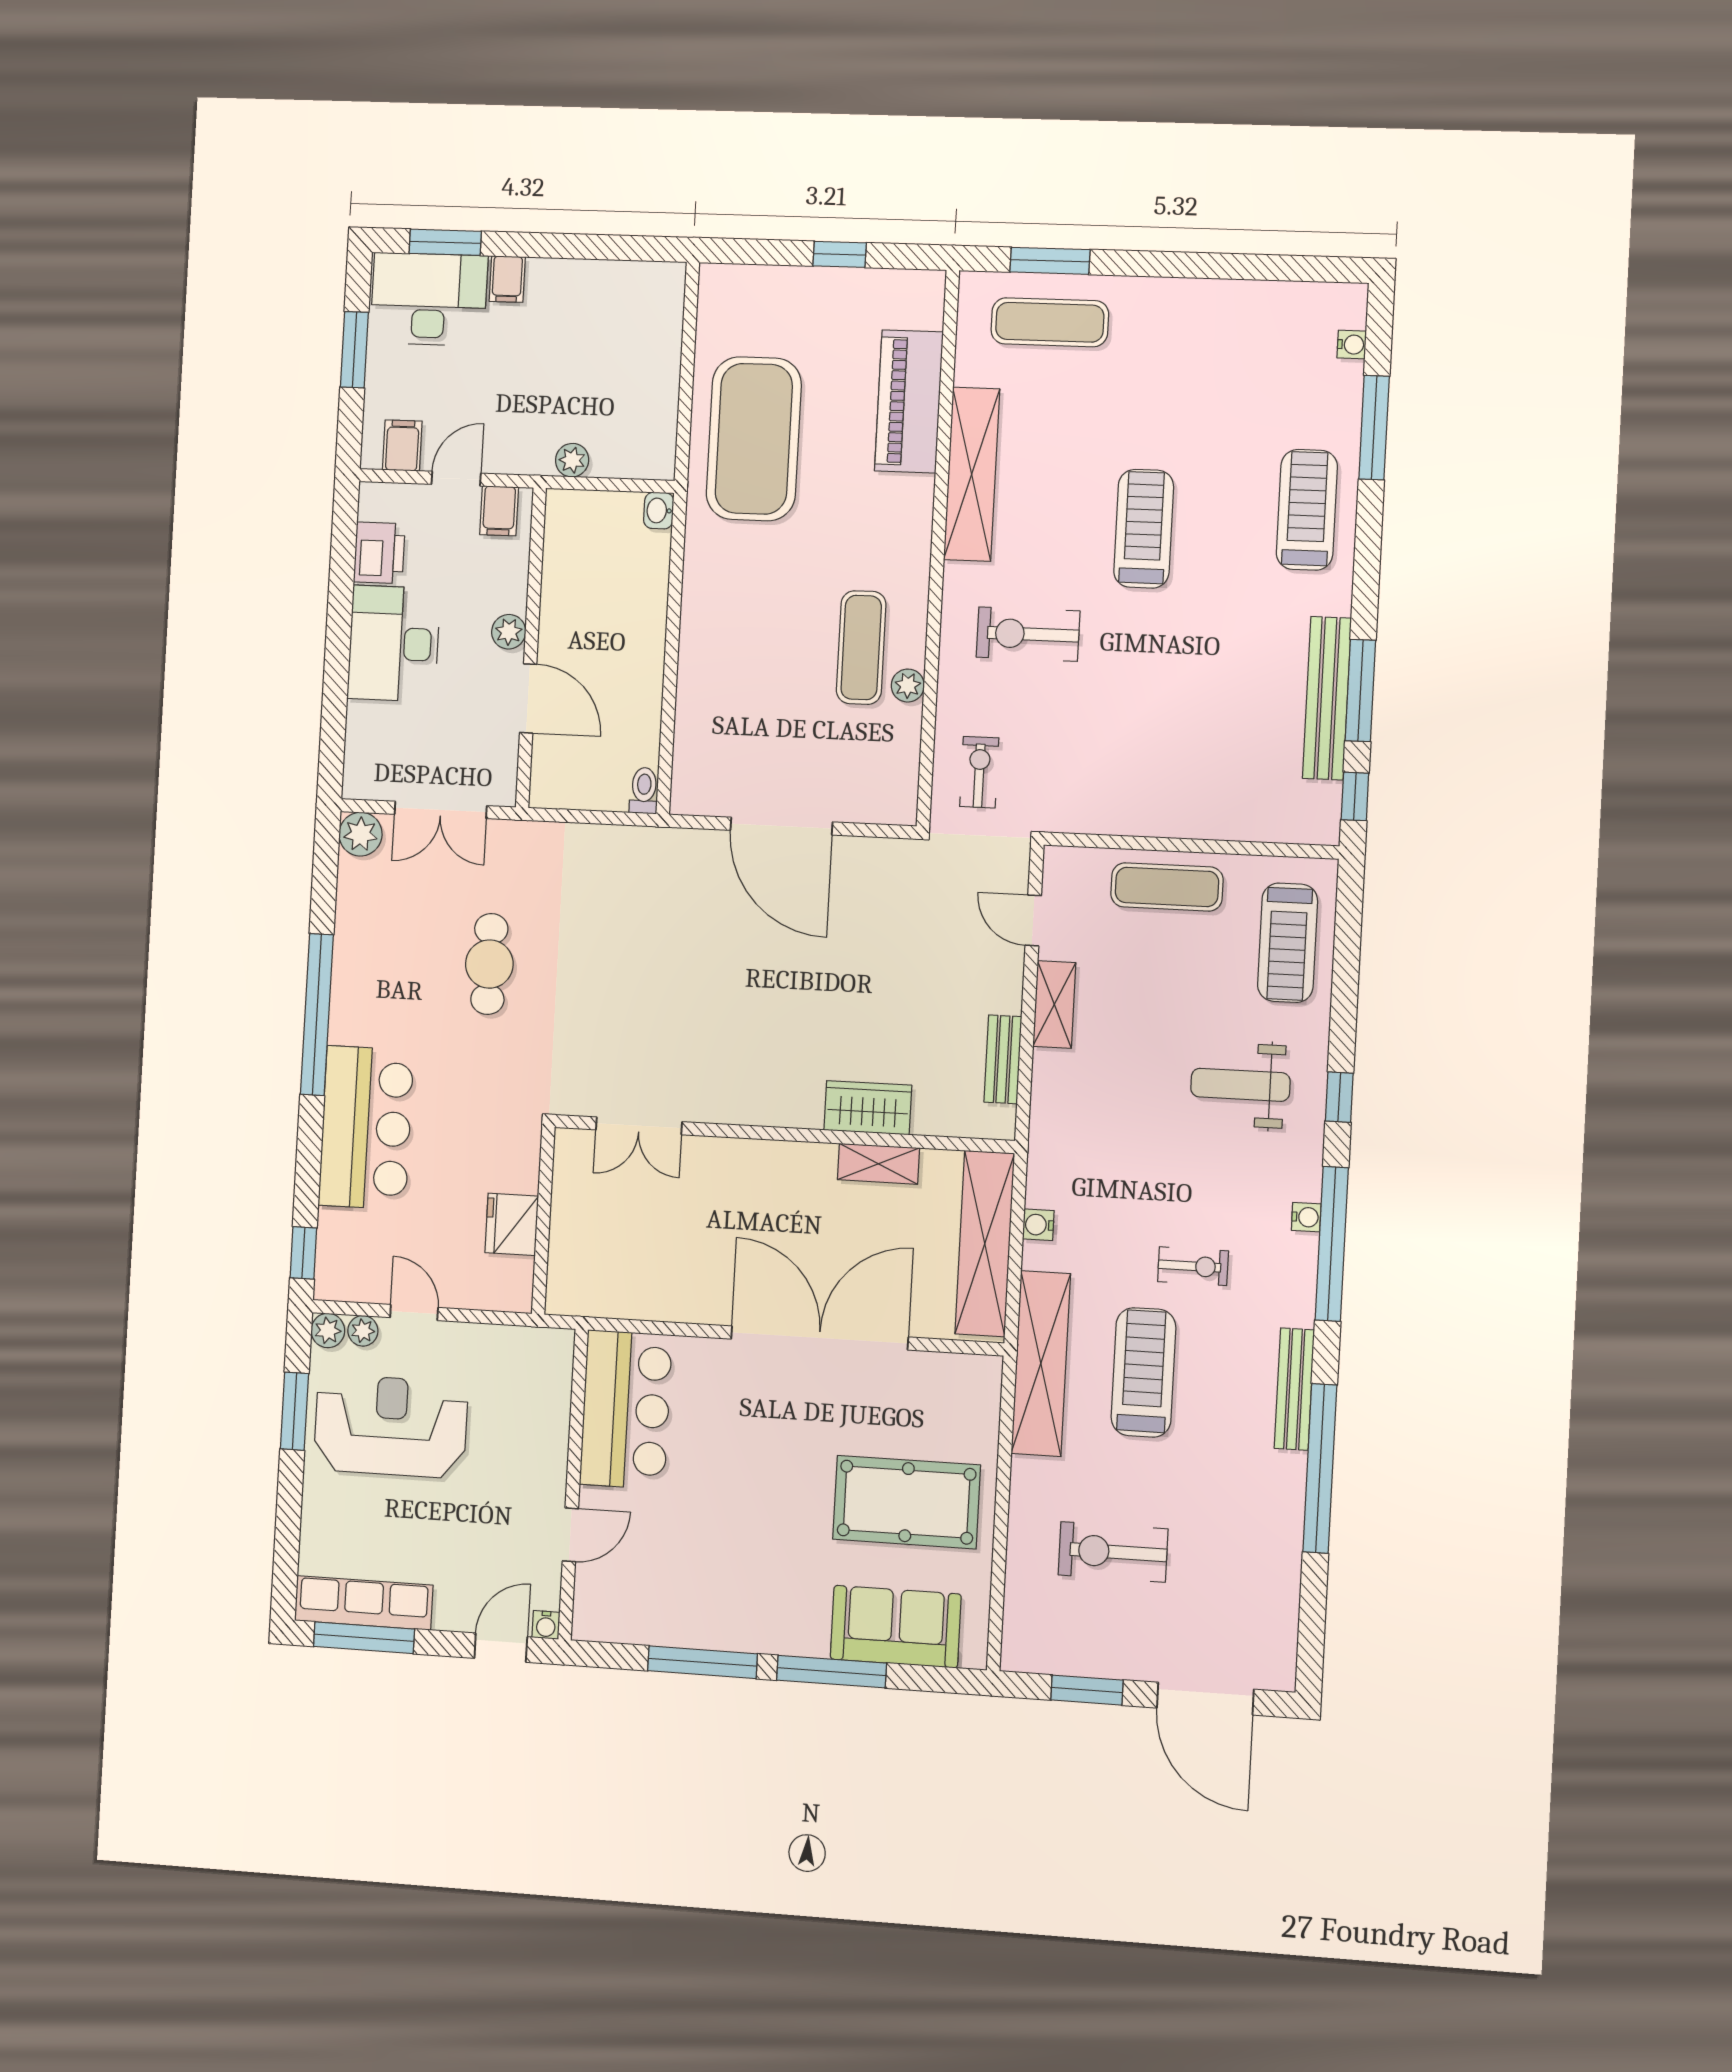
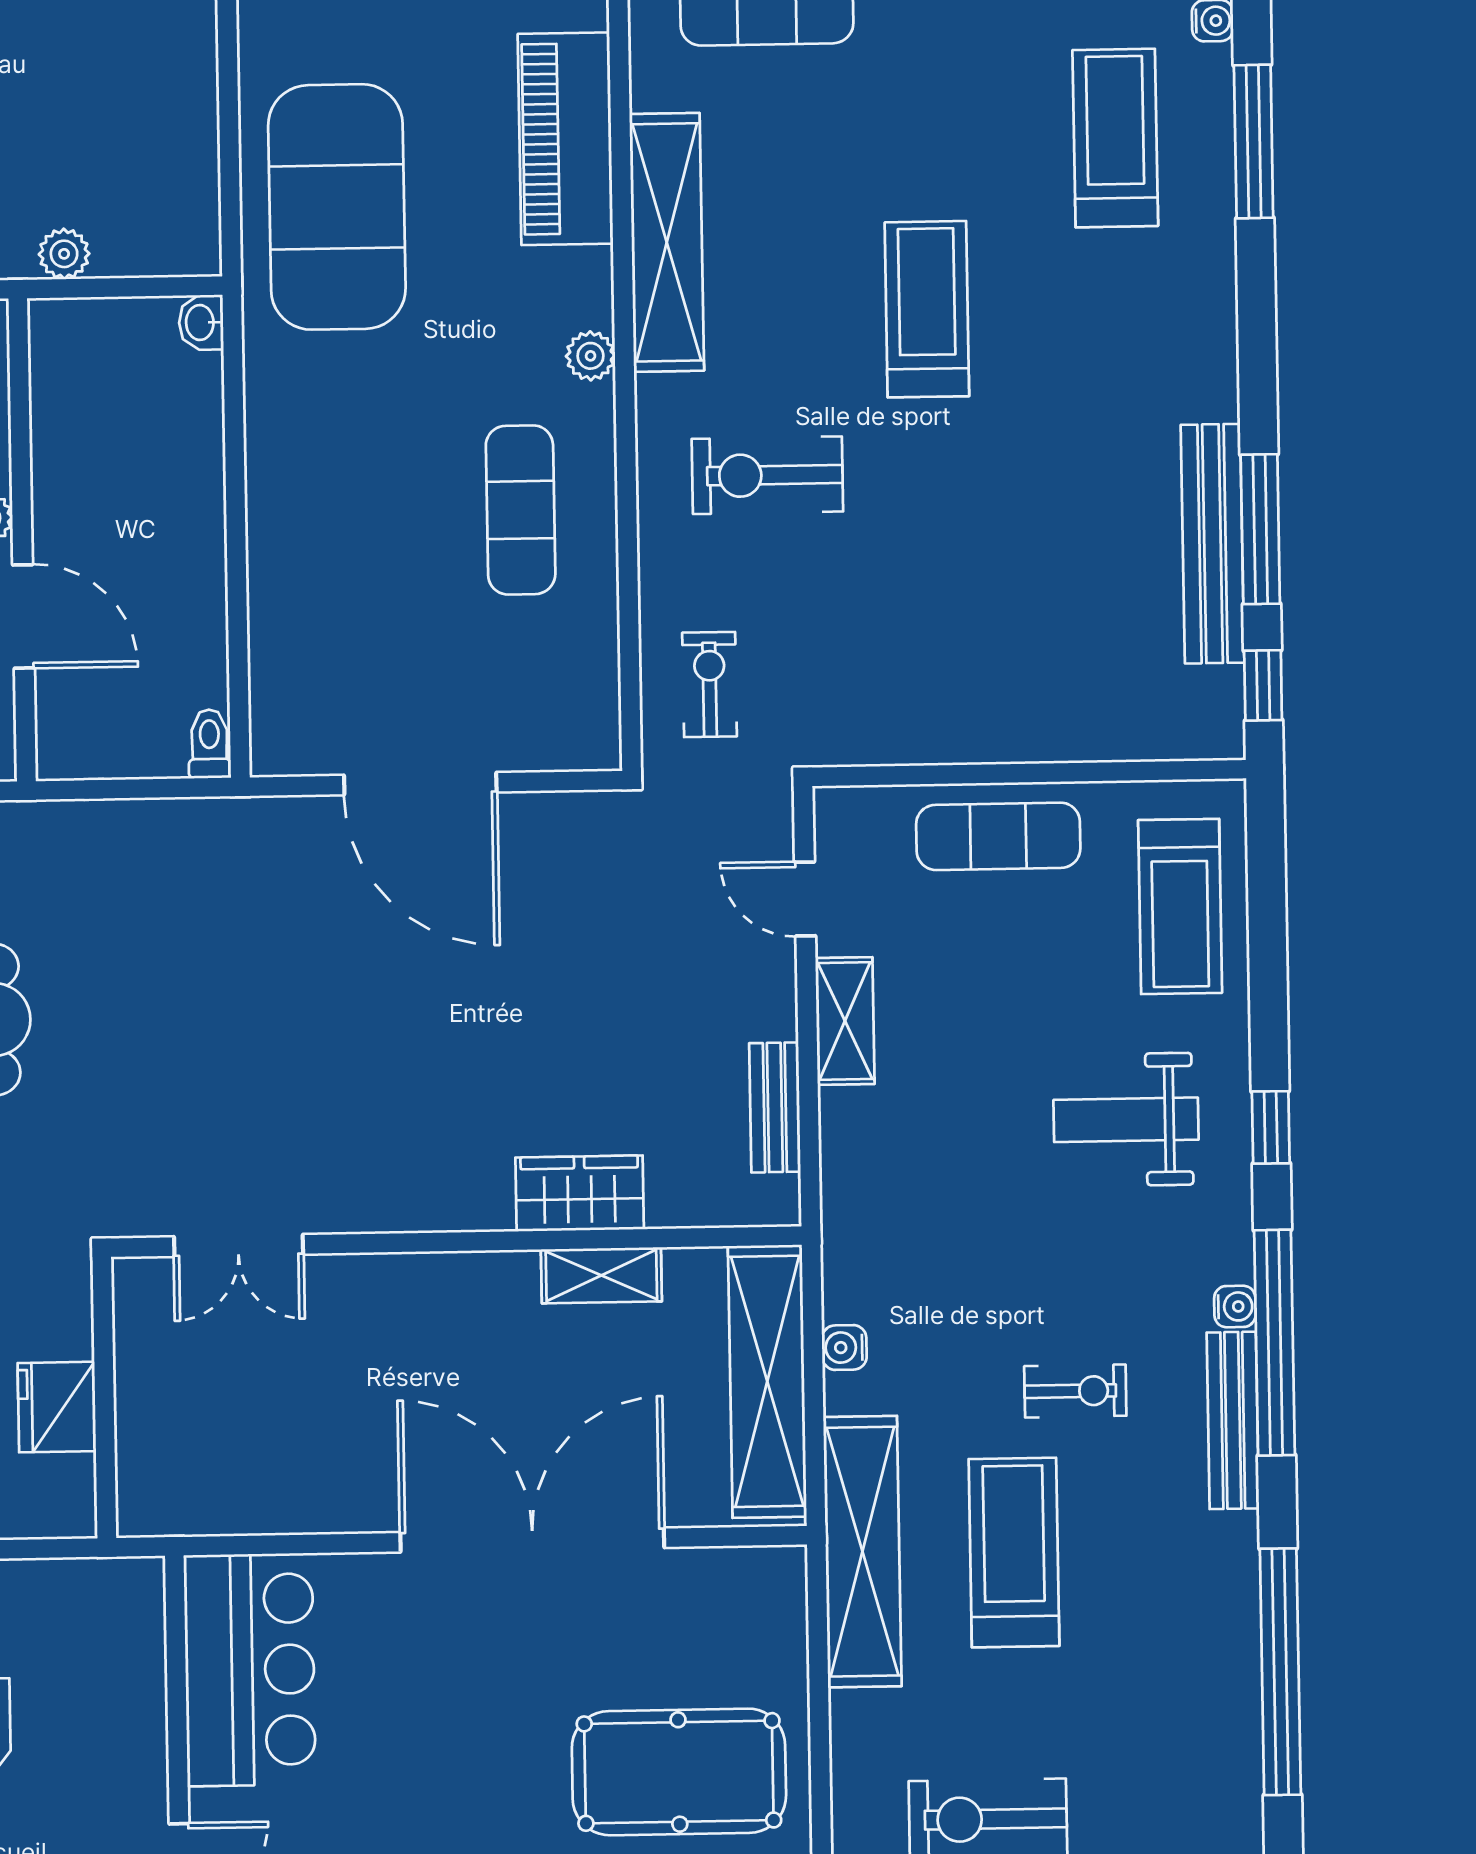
treadmill: (1307, 510) -> (1115, 138), moved
plant: (908, 686) -> (591, 356), moved
bench: (1294, 1389) -> (1233, 1420), moved

